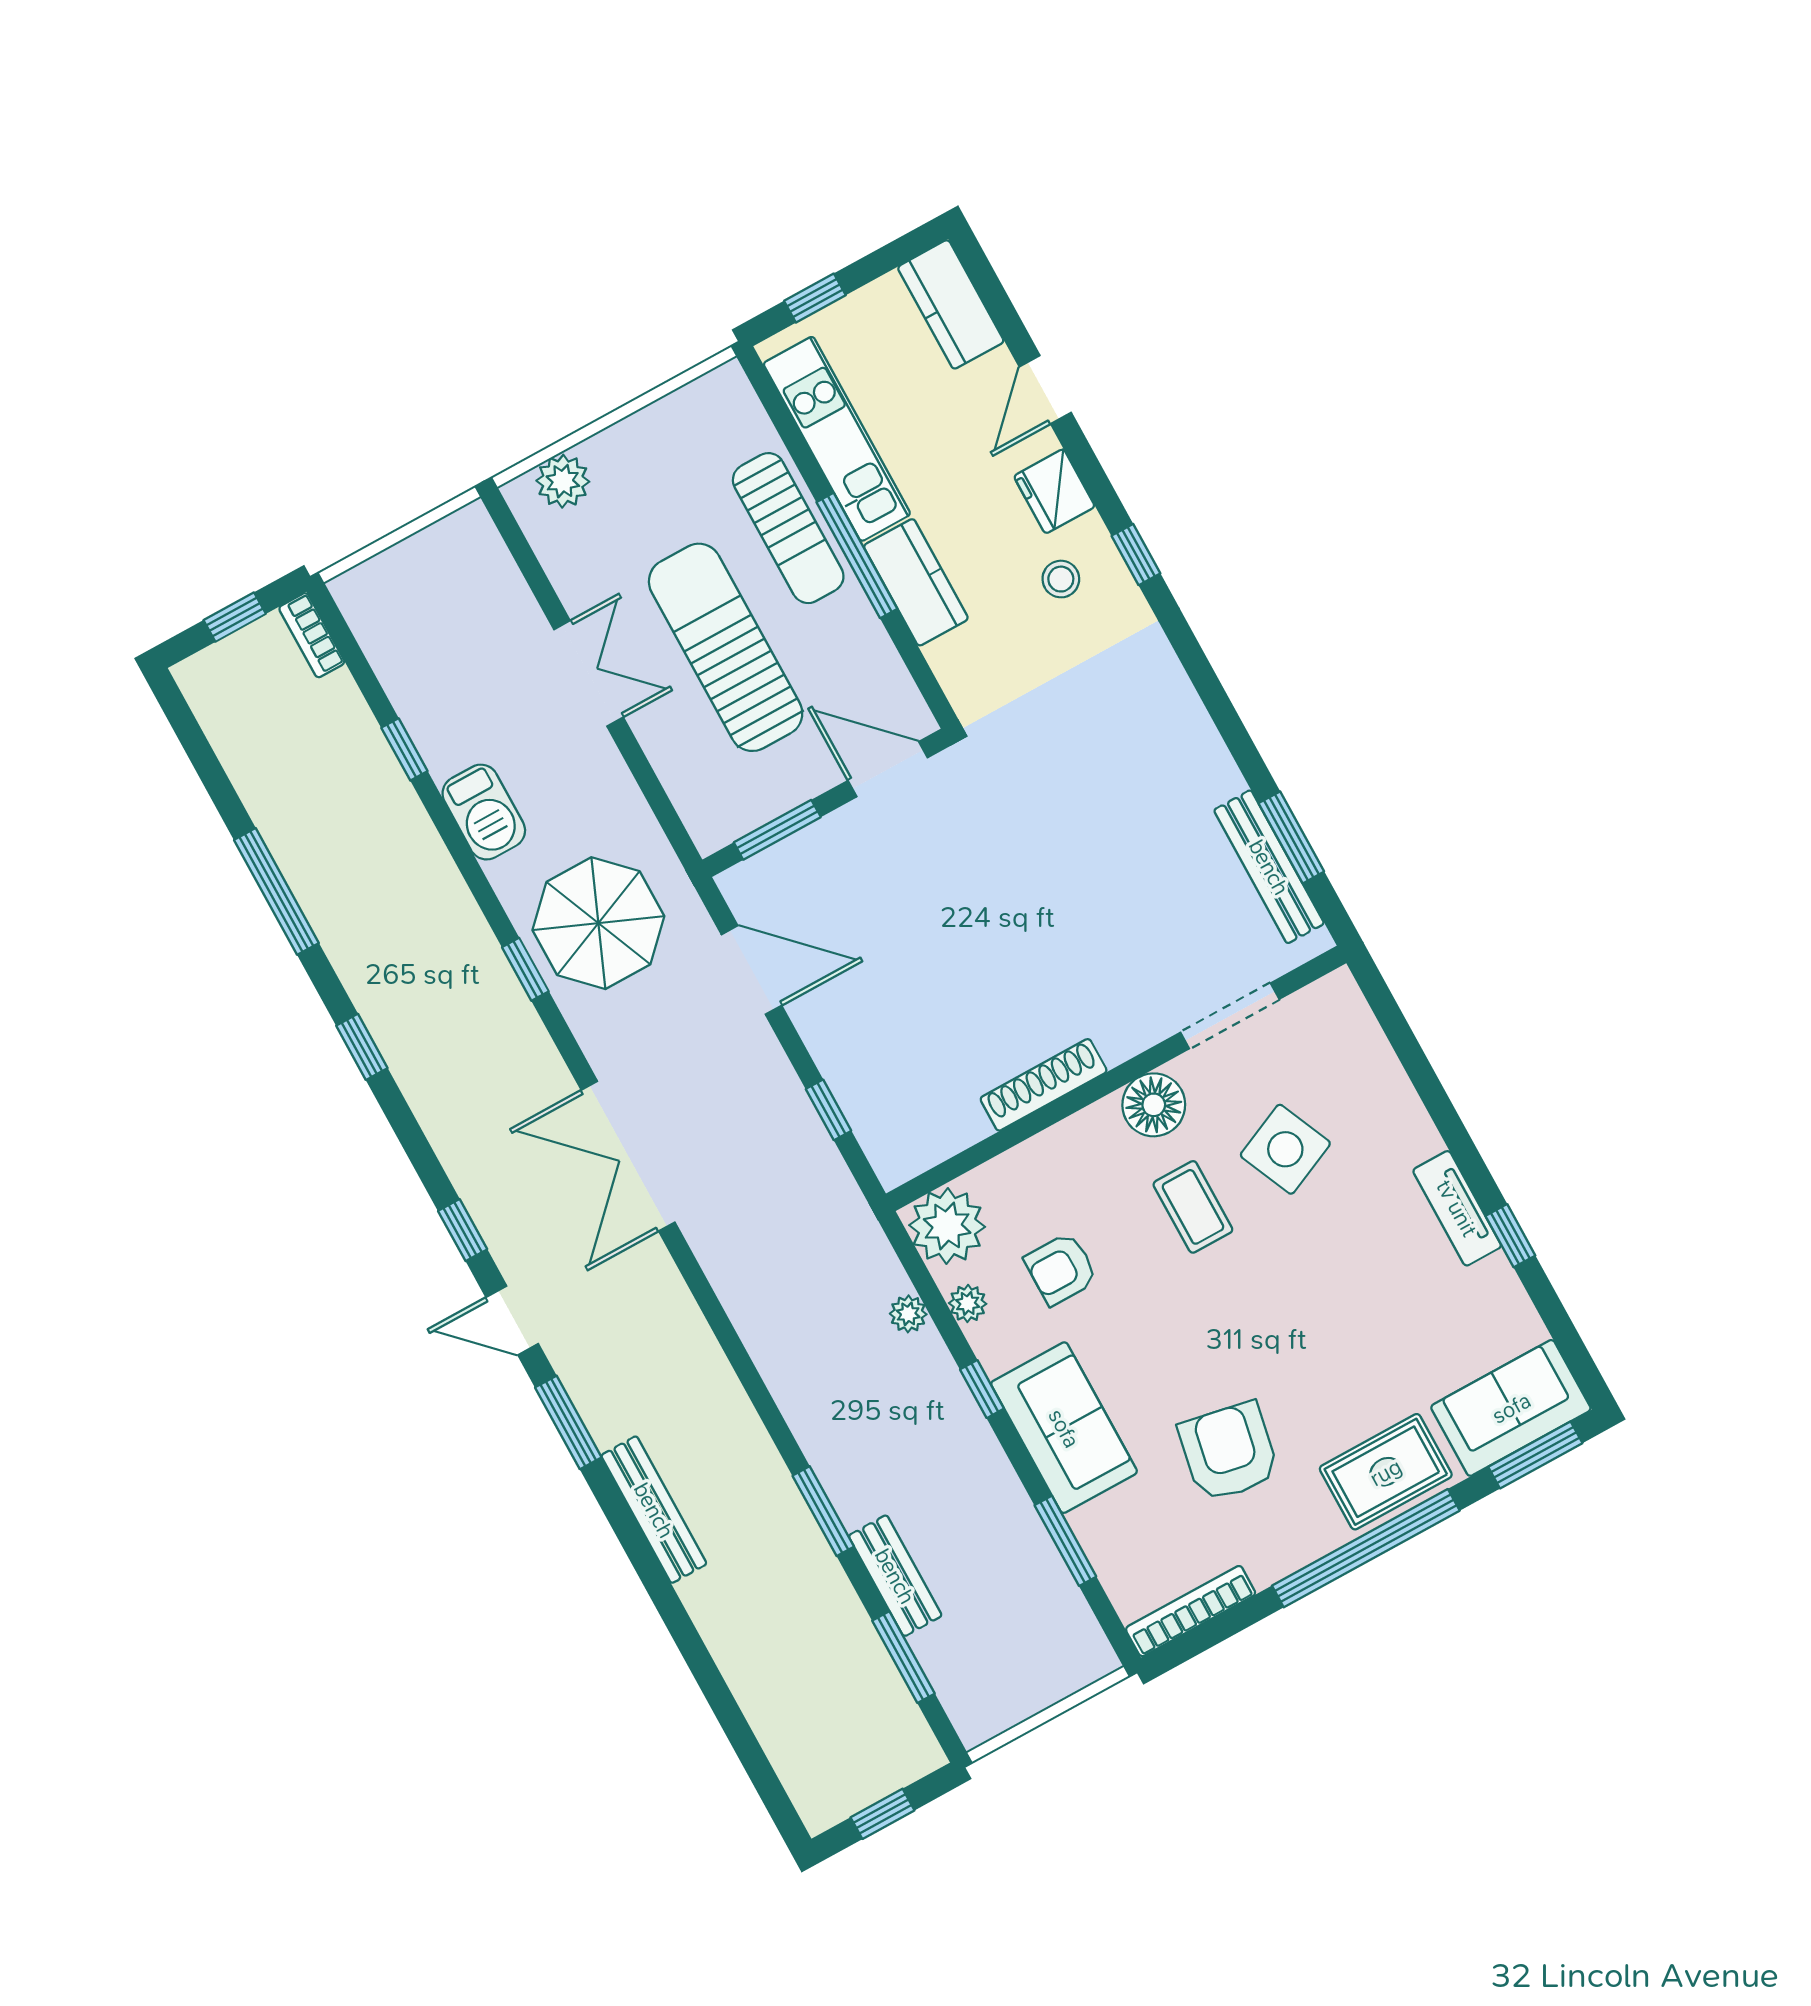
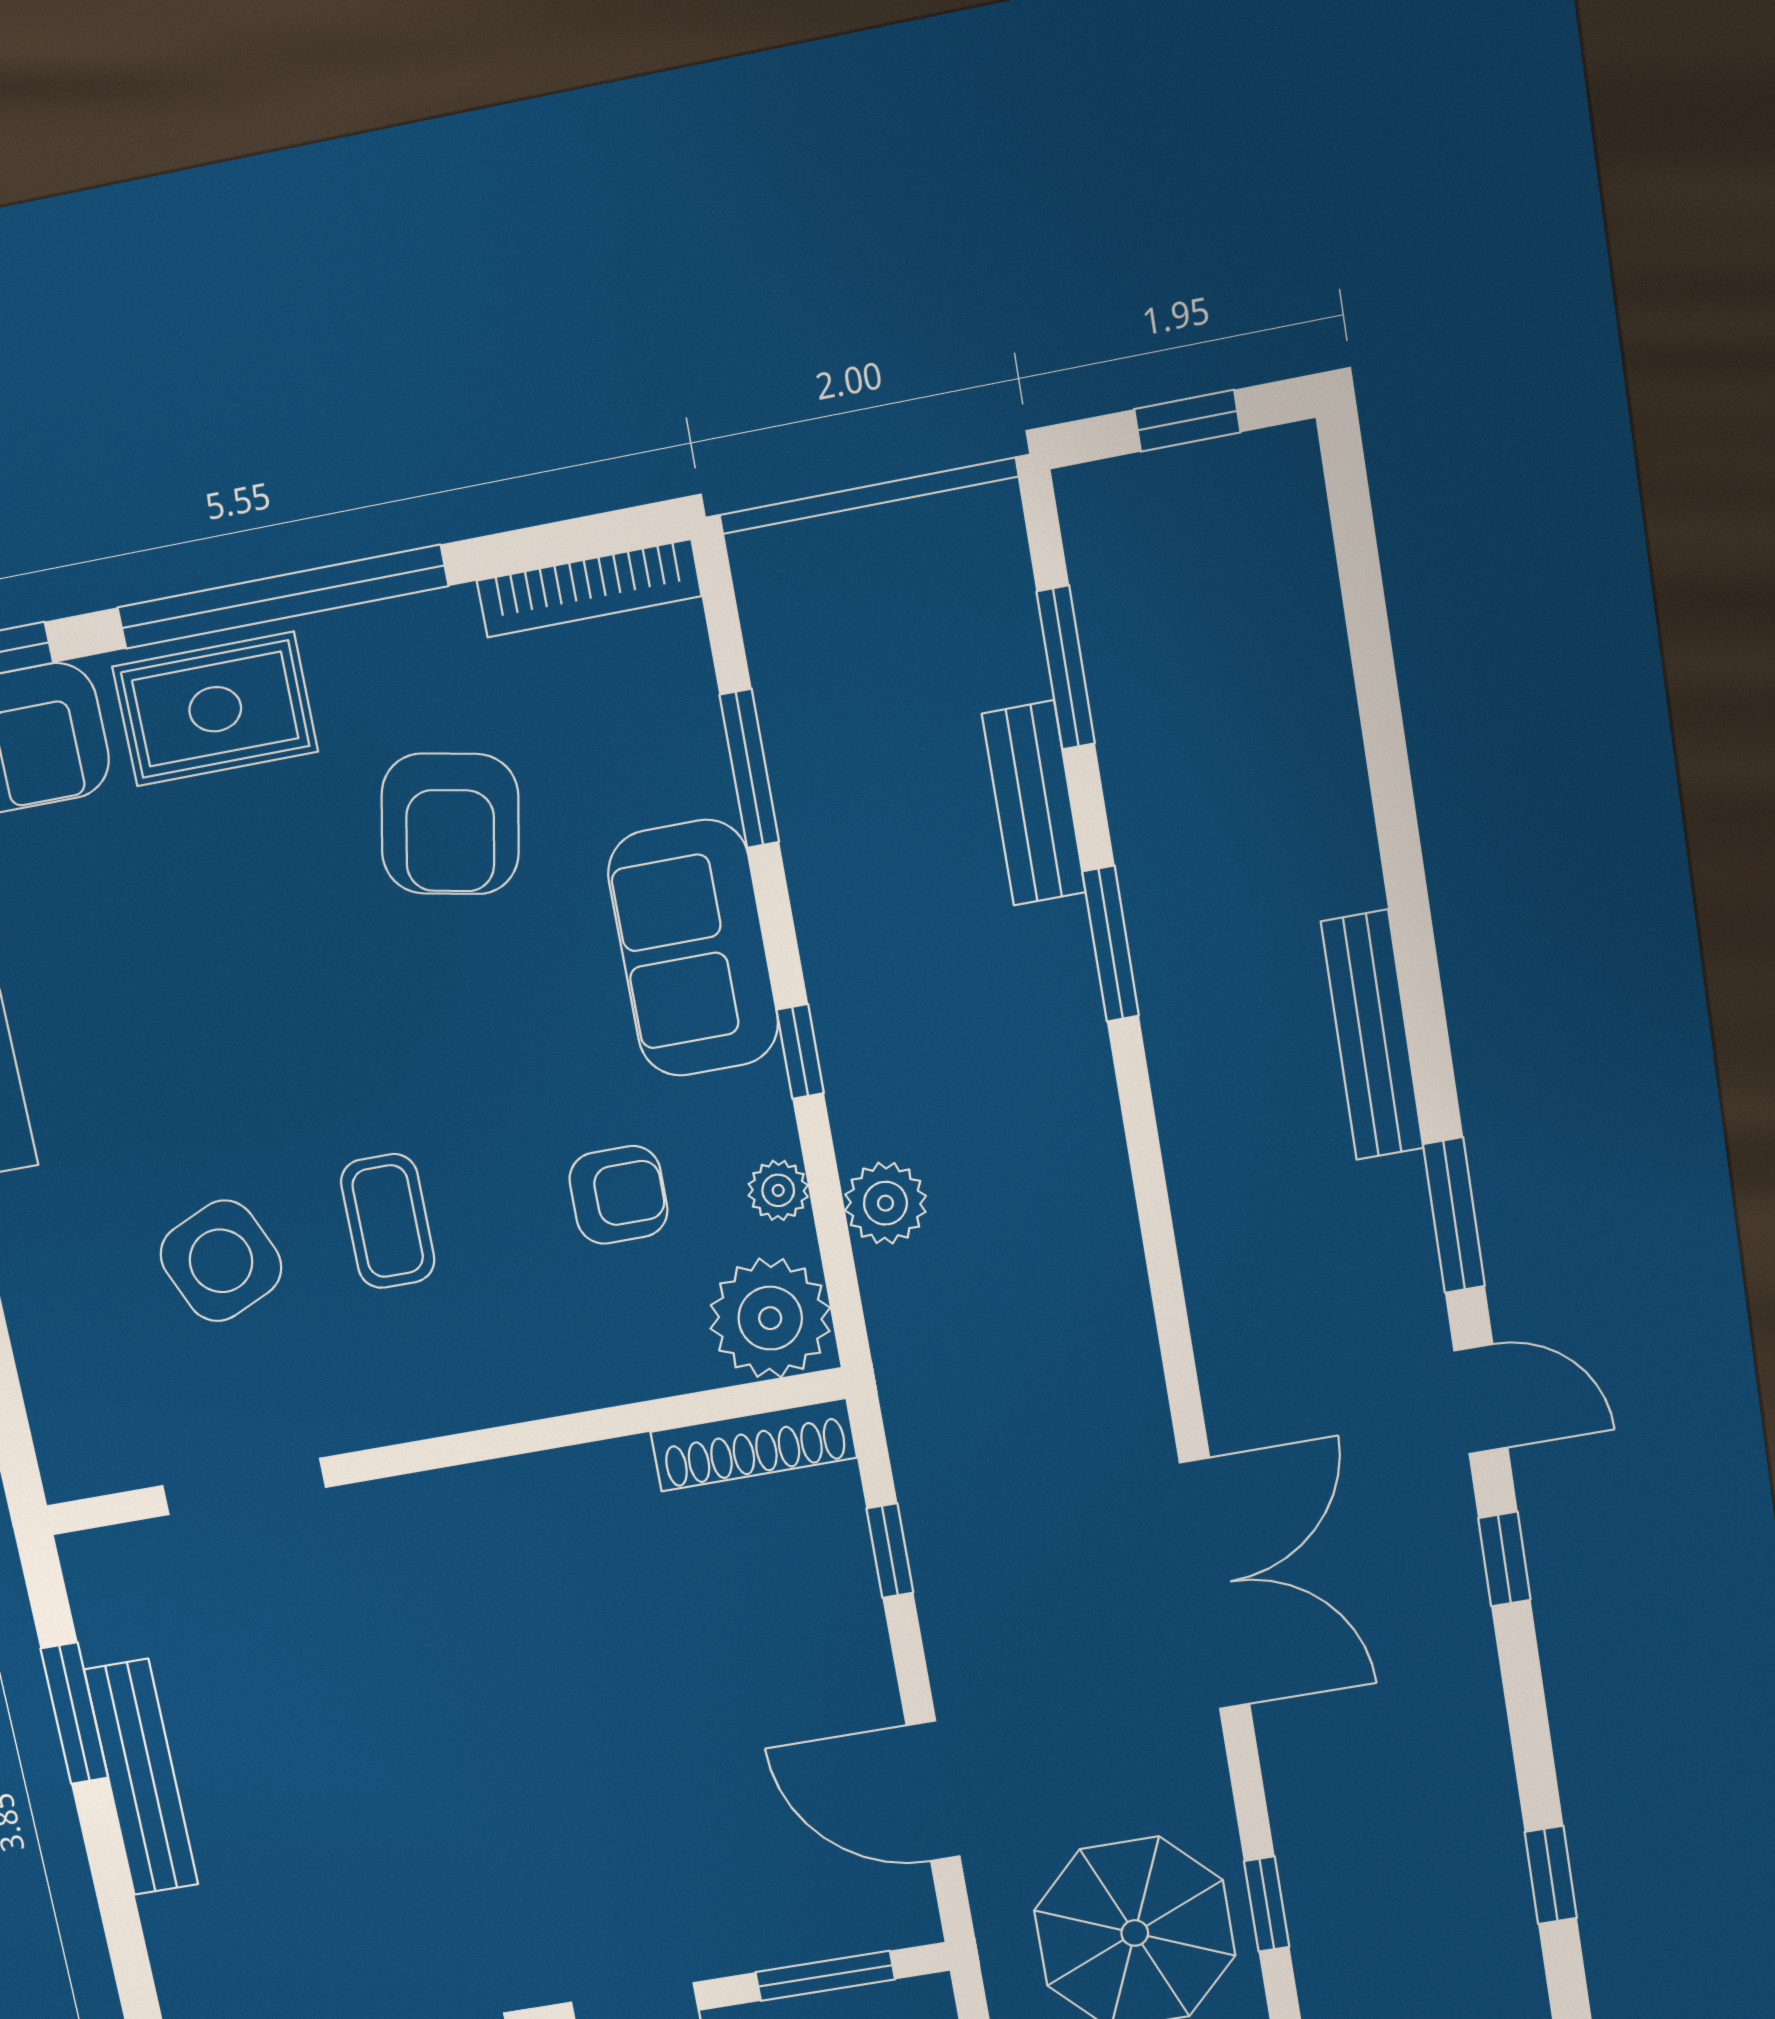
bench: (1269, 867) -> (141, 1777), moved
shoe rack: (1044, 1085) -> (754, 1445), moved
floor lamp: (1154, 1105) -> (399, 1394), removed
plant: (908, 1314) -> (885, 1203), width x1.38, depth x1.38

